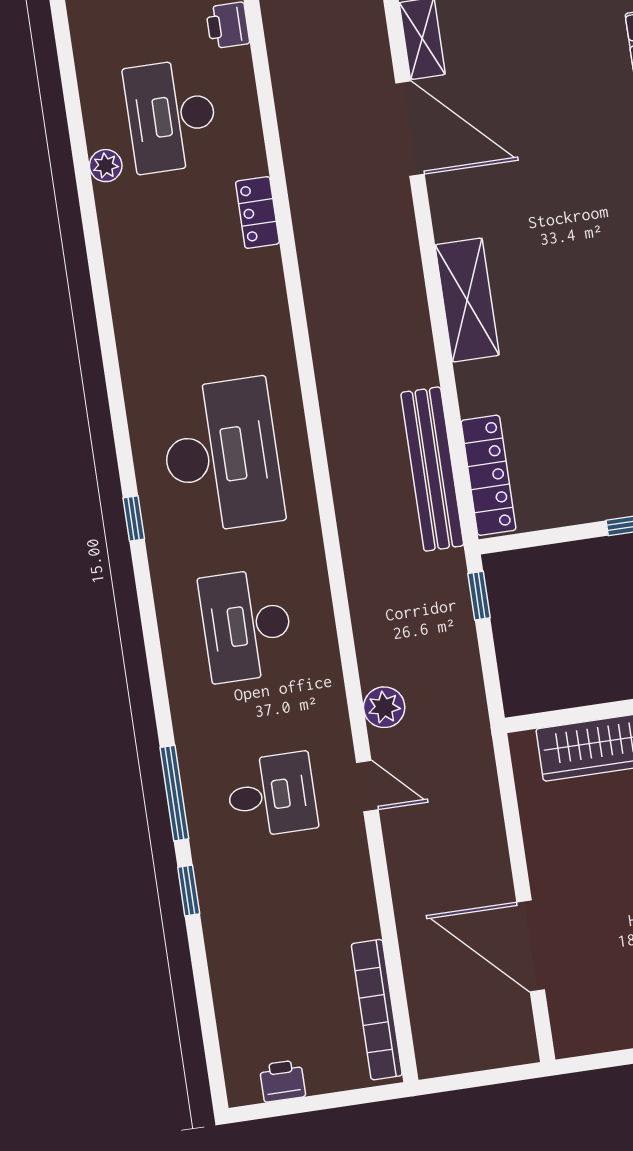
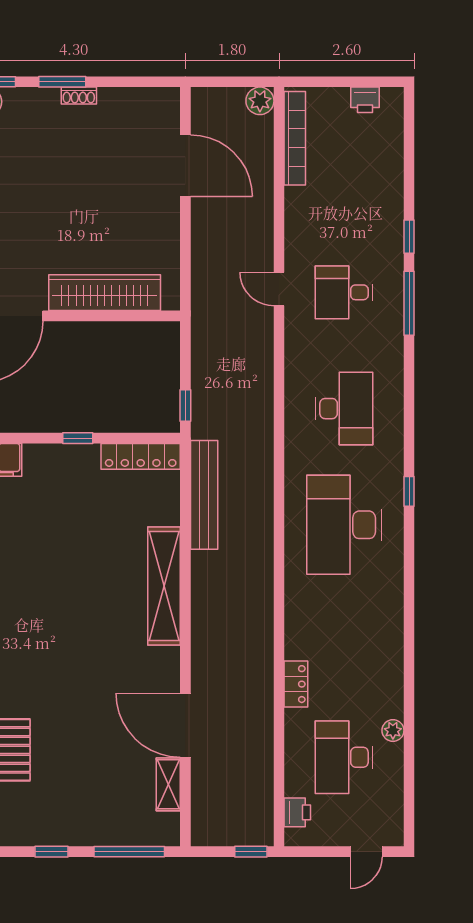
desk: (171, 116) -> (344, 757), turned 180
shelving: (467, 300) -> (164, 586), width x1.47
locker: (488, 475) -> (141, 456), moved, turned -90
plant: (384, 707) -> (260, 101), moved

